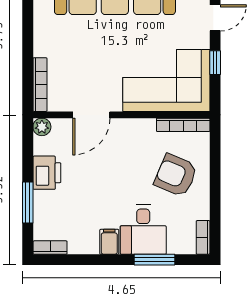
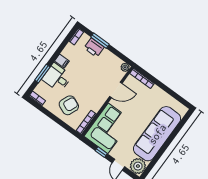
door: (91, 115) -> (116, 90), swing flipped
printer: (47, 173) -> (94, 48), moved

